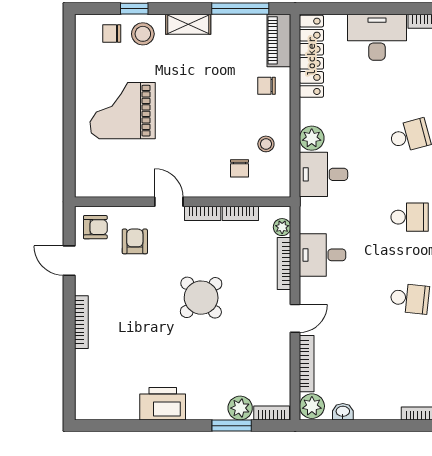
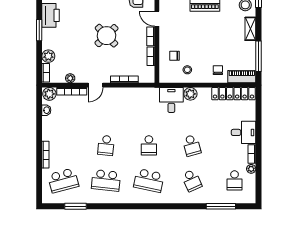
desk: (377, 37) -> (244, 132), width x0.73
door: (169, 202) -> (157, 19), swing flipped
plant: (282, 227) -> (70, 78), moved
desk: (323, 255) -> (129, 100), removed
door: (295, 318) -> (96, 85), hinge flipped
window: (232, 426) -> (39, 30), moved

